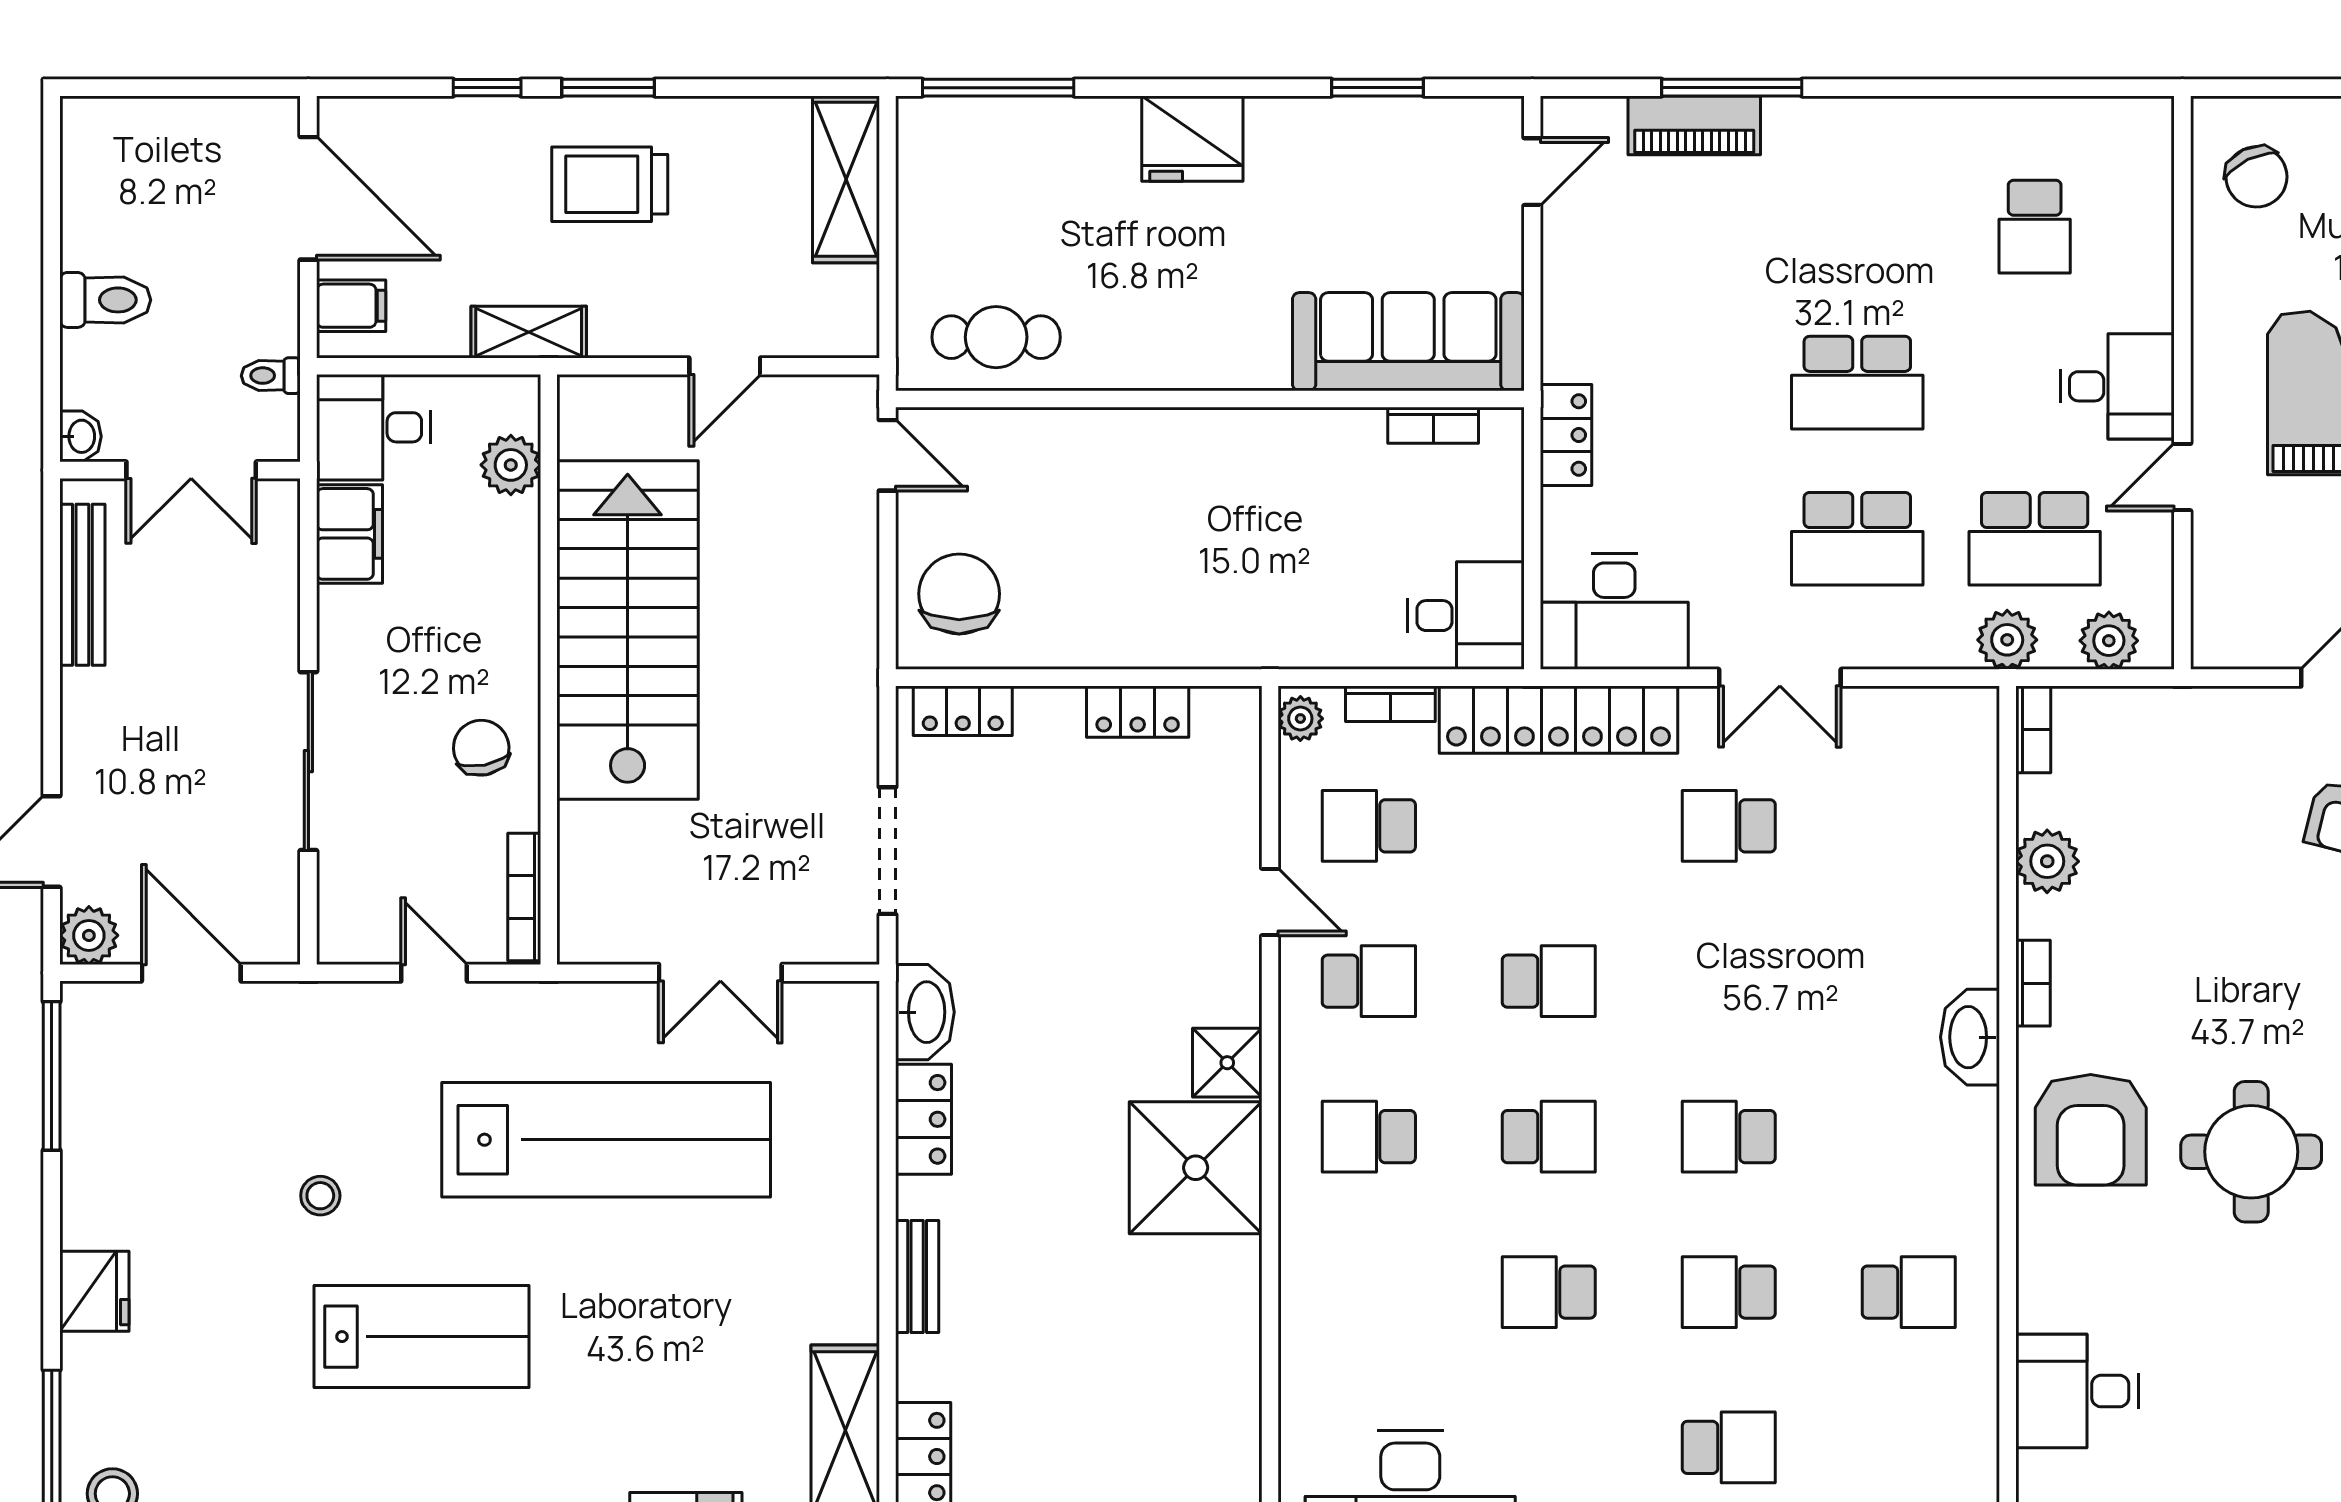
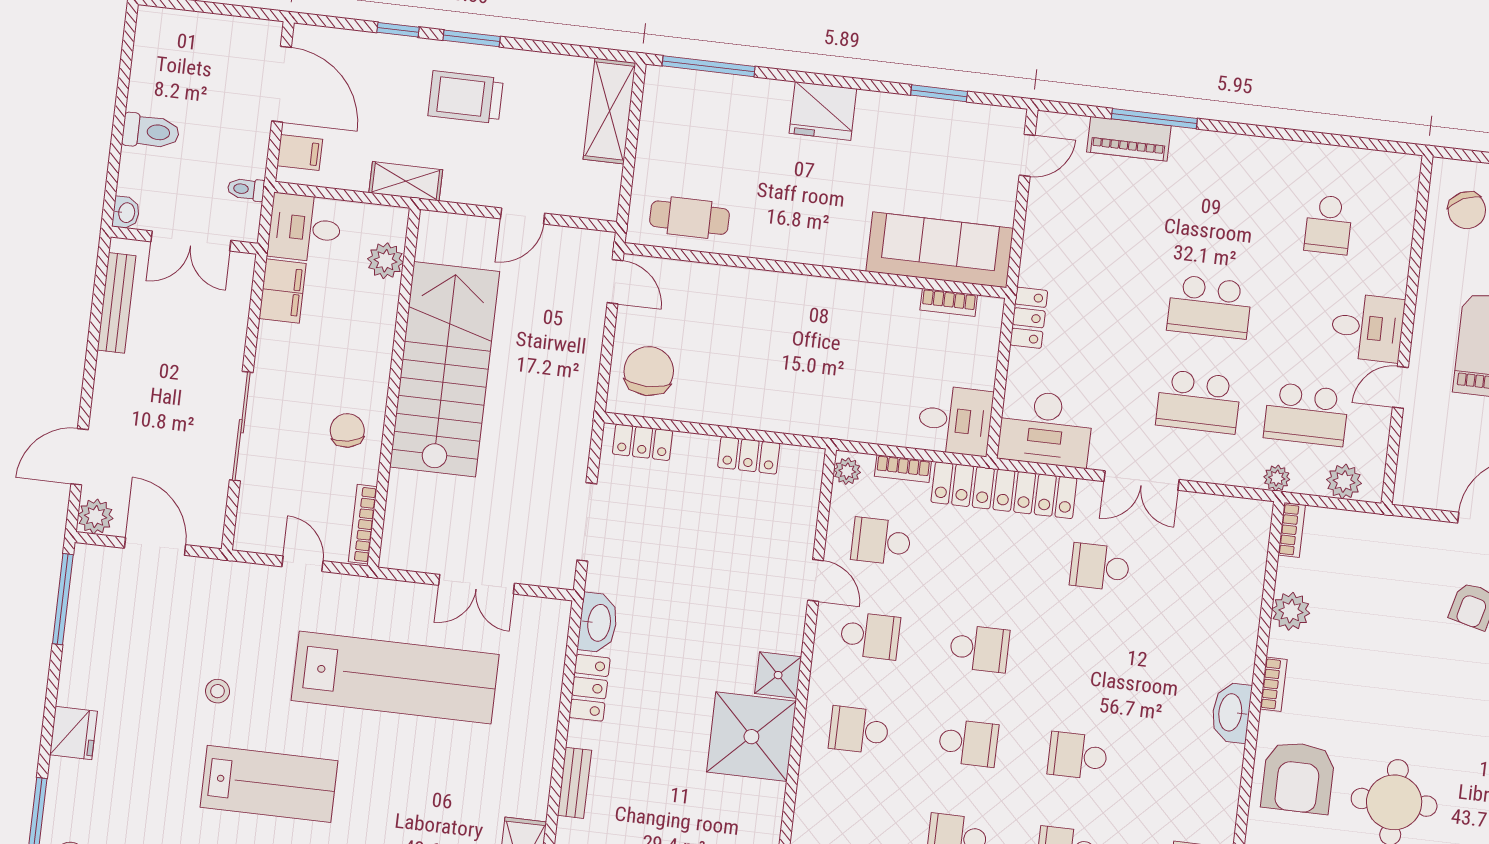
plant: (2007, 640) -> (1277, 478), width x0.73, depth x0.73

